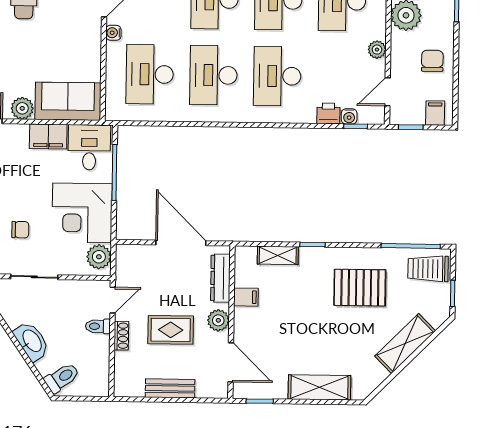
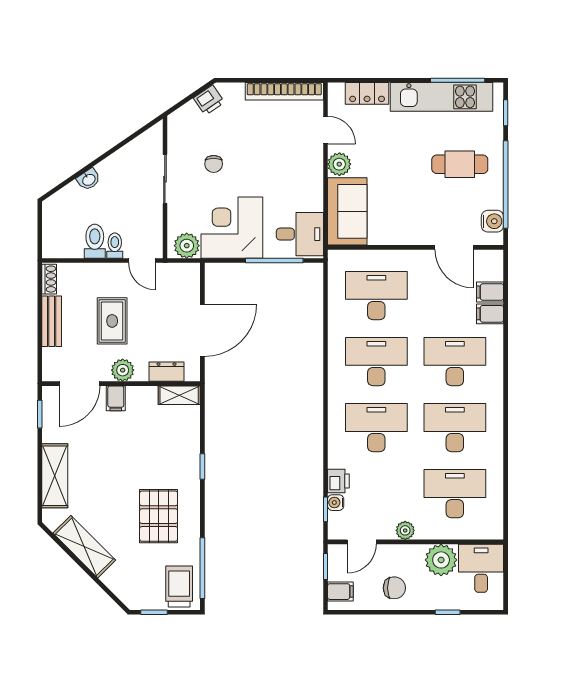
water cooler: (113, 33) -> (419, 257), removed
door: (387, 92) -> (362, 542), swing flipped
filing cabinet: (48, 136) -> (310, 191), removed
shelving: (278, 255) -> (179, 395), moved, turned 90
dresser: (220, 278) -> (166, 372), width x0.70
filing cabinet: (246, 297) -> (116, 398), moved
shoe rack: (121, 336) -> (49, 279), moved, turned -90
washbasin: (32, 341) -> (89, 179), width x0.52, depth x0.69
shelving: (405, 343) -> (84, 547), moved
toilet: (62, 378) -> (95, 241), moved, turned -146

